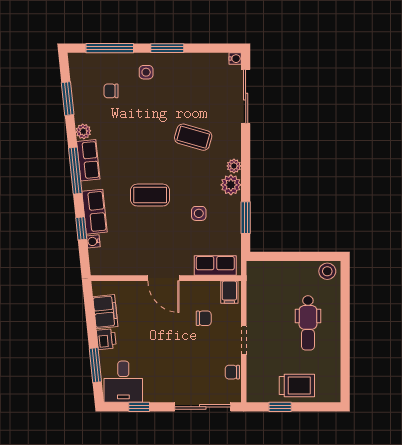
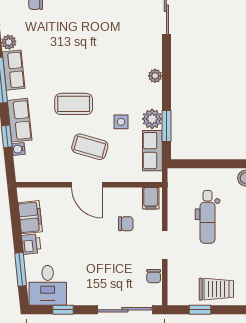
coffee table: (193, 137) -> (90, 147), moved
plant: (231, 185) -> (152, 119), moved
row of seats: (215, 266) -> (152, 151), moved, turned -90
dental chair: (308, 323) -> (208, 217), moved
chair: (232, 372) -> (154, 276), turned -90

